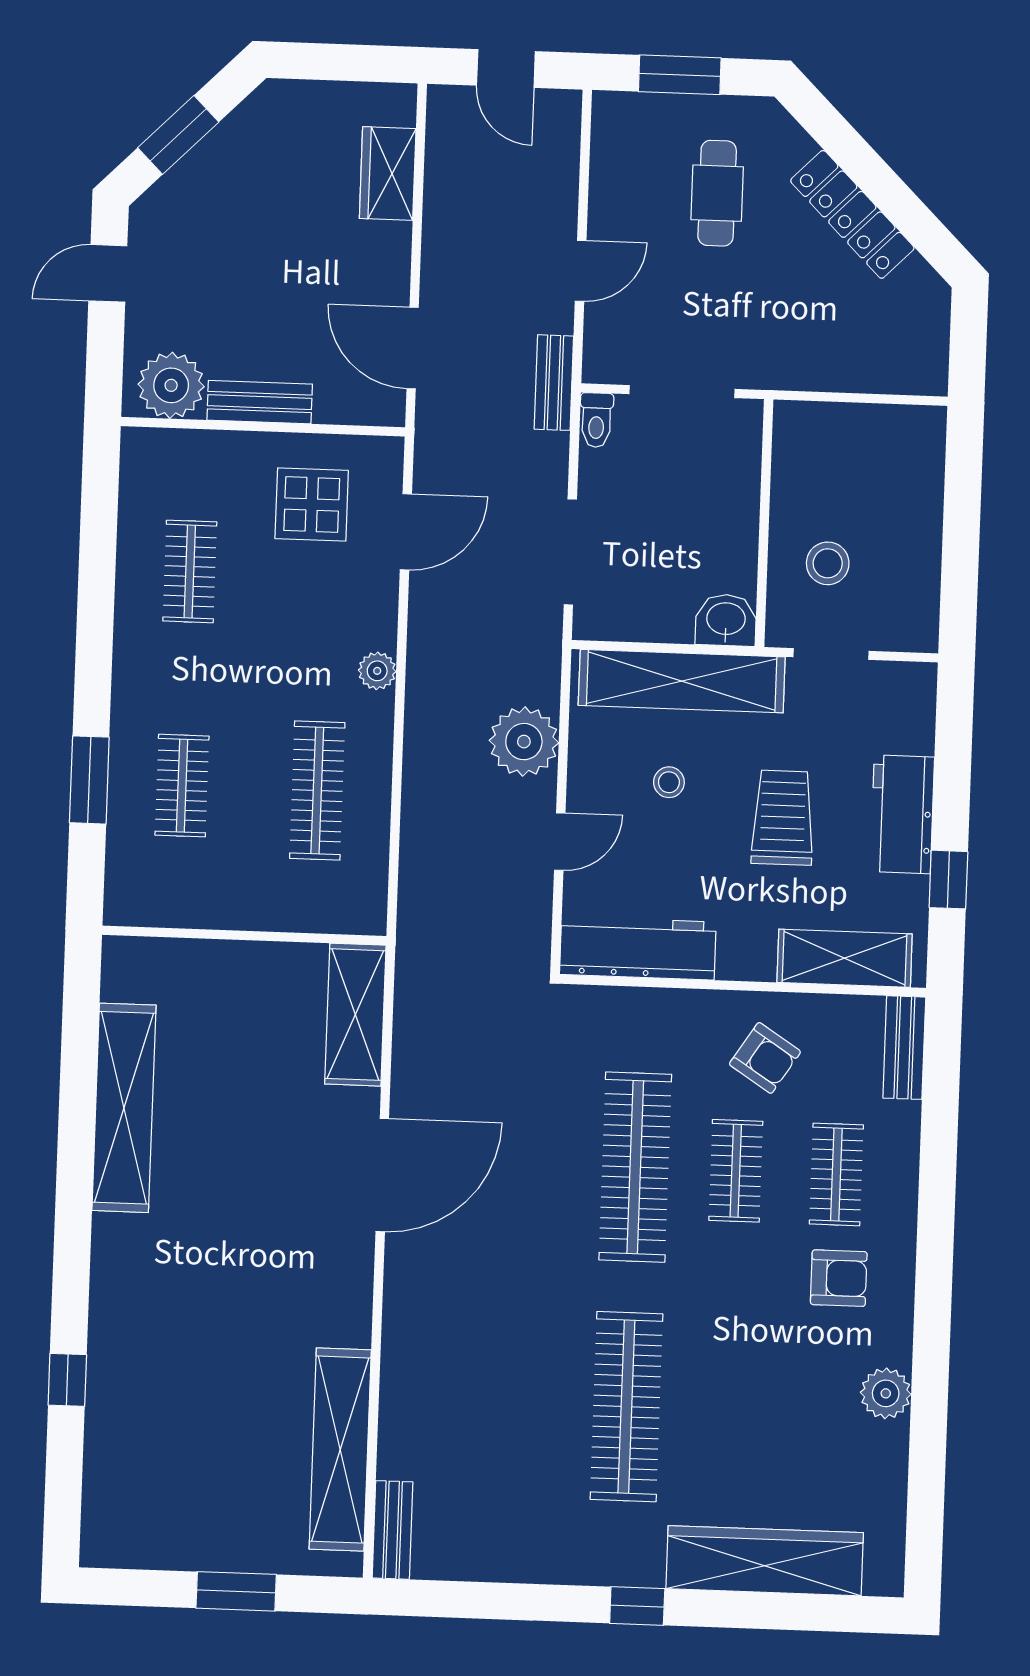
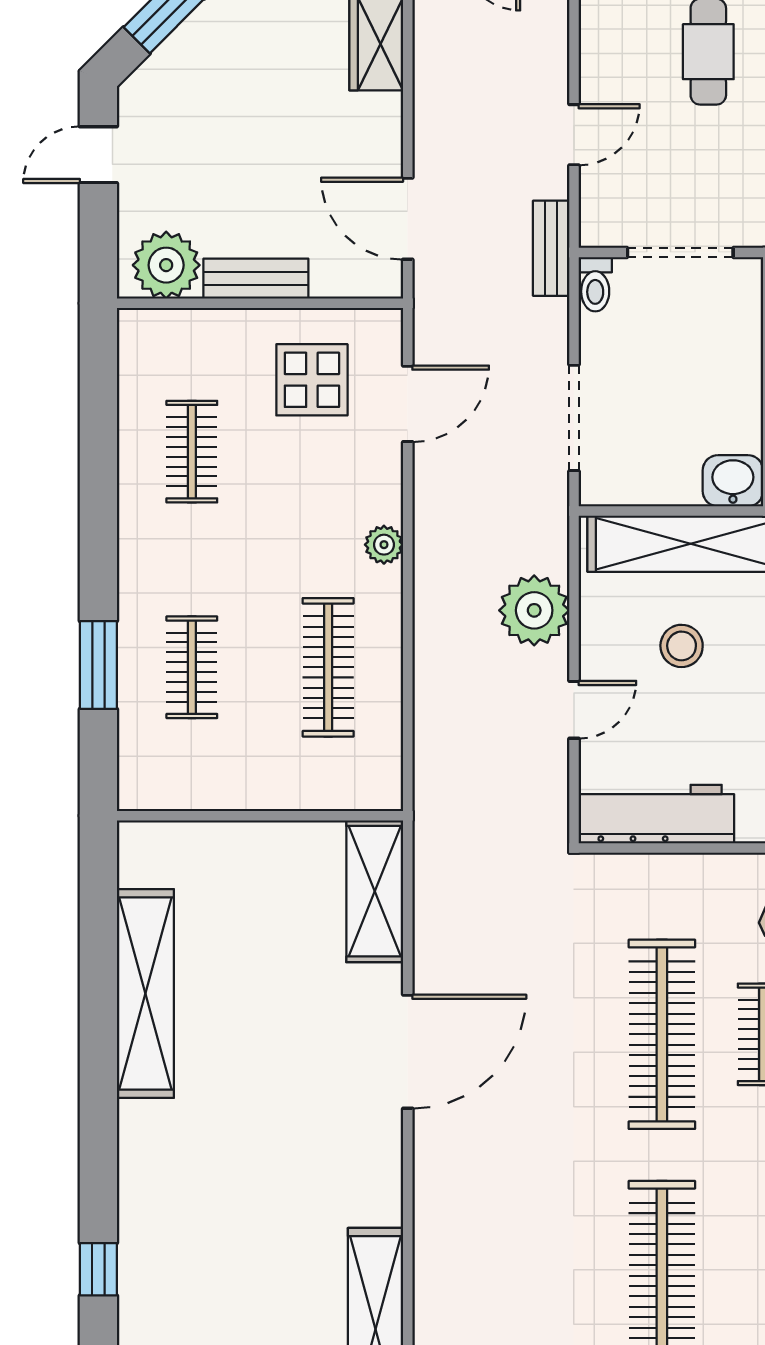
stool: (669, 782) -> (682, 646), width x1.37, depth x1.37

